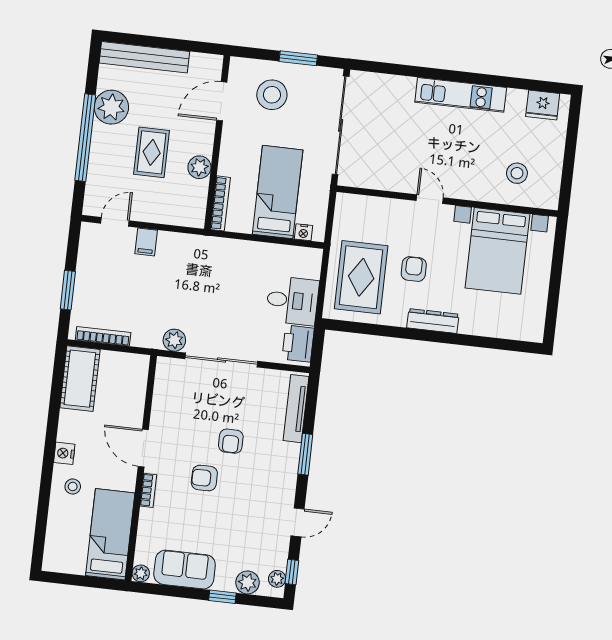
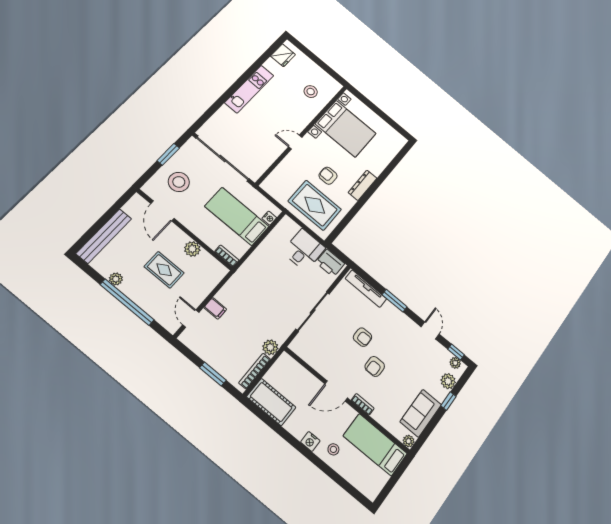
plant: (111, 107) -> (116, 279), width x0.53, depth x0.53
bookcase: (220, 203) -> (227, 256), width x0.64
plant: (174, 340) -> (270, 347), moved

